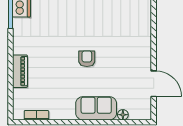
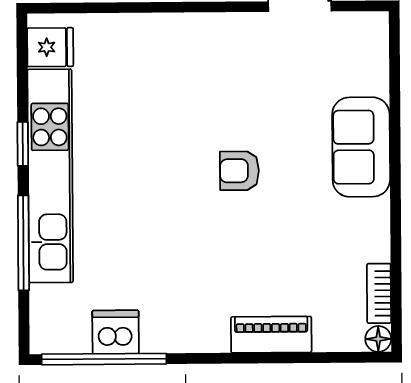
floor lamp: (123, 115) -> (378, 339), moved

